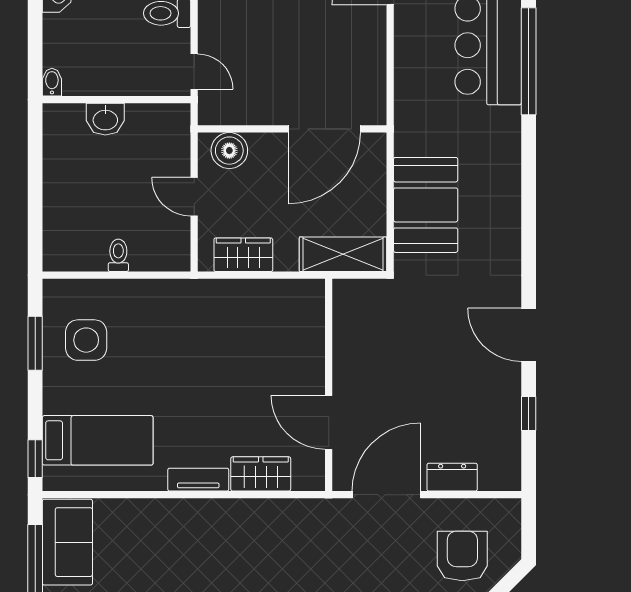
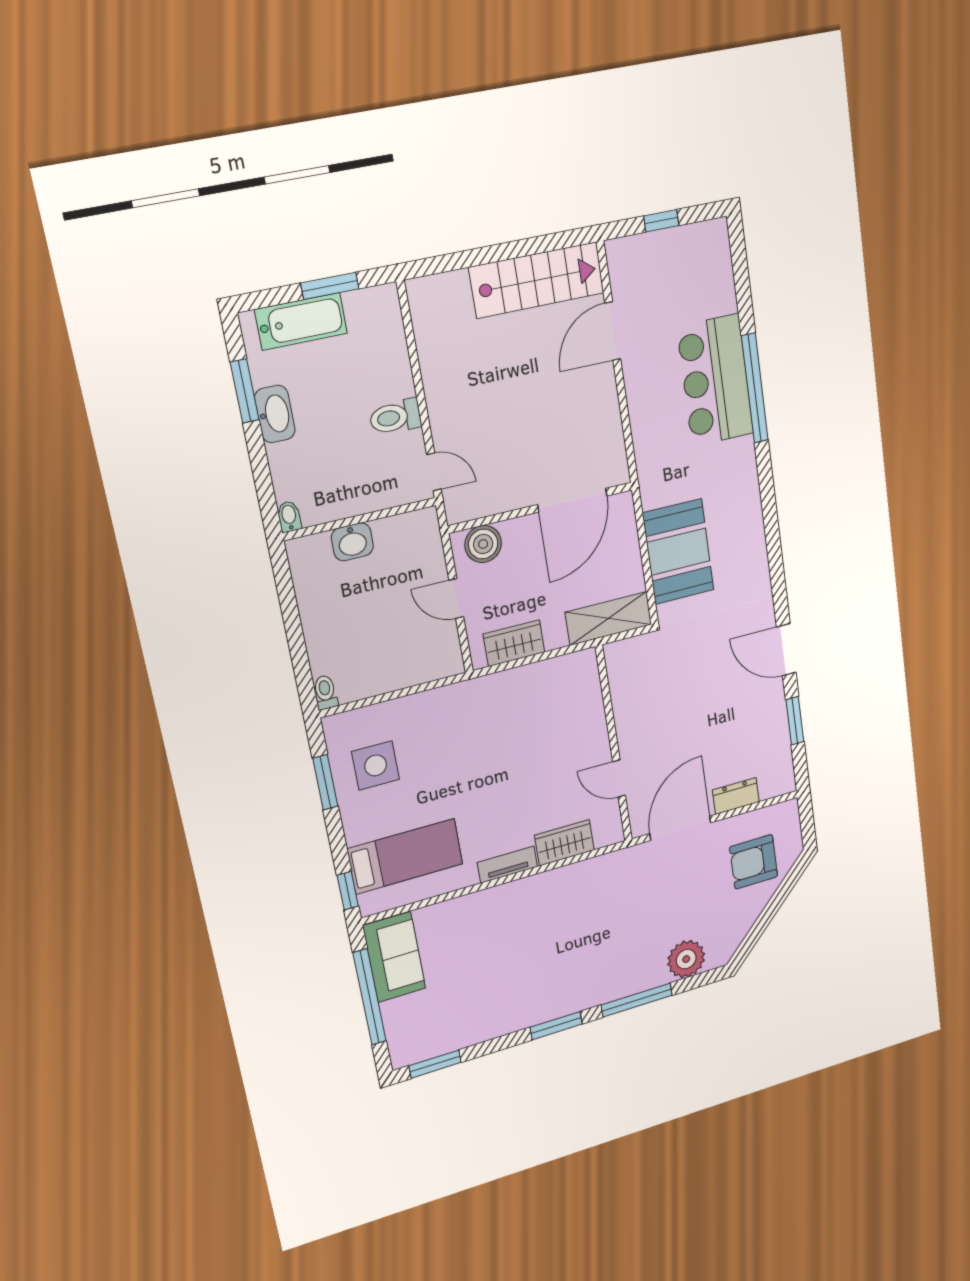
toilet: (118, 255) -> (325, 692), moved
window: (529, 414) -> (795, 721), width x1.50
door: (329, 422) -> (619, 778), width x0.73
armchair: (462, 556) -> (754, 862), turned -90

